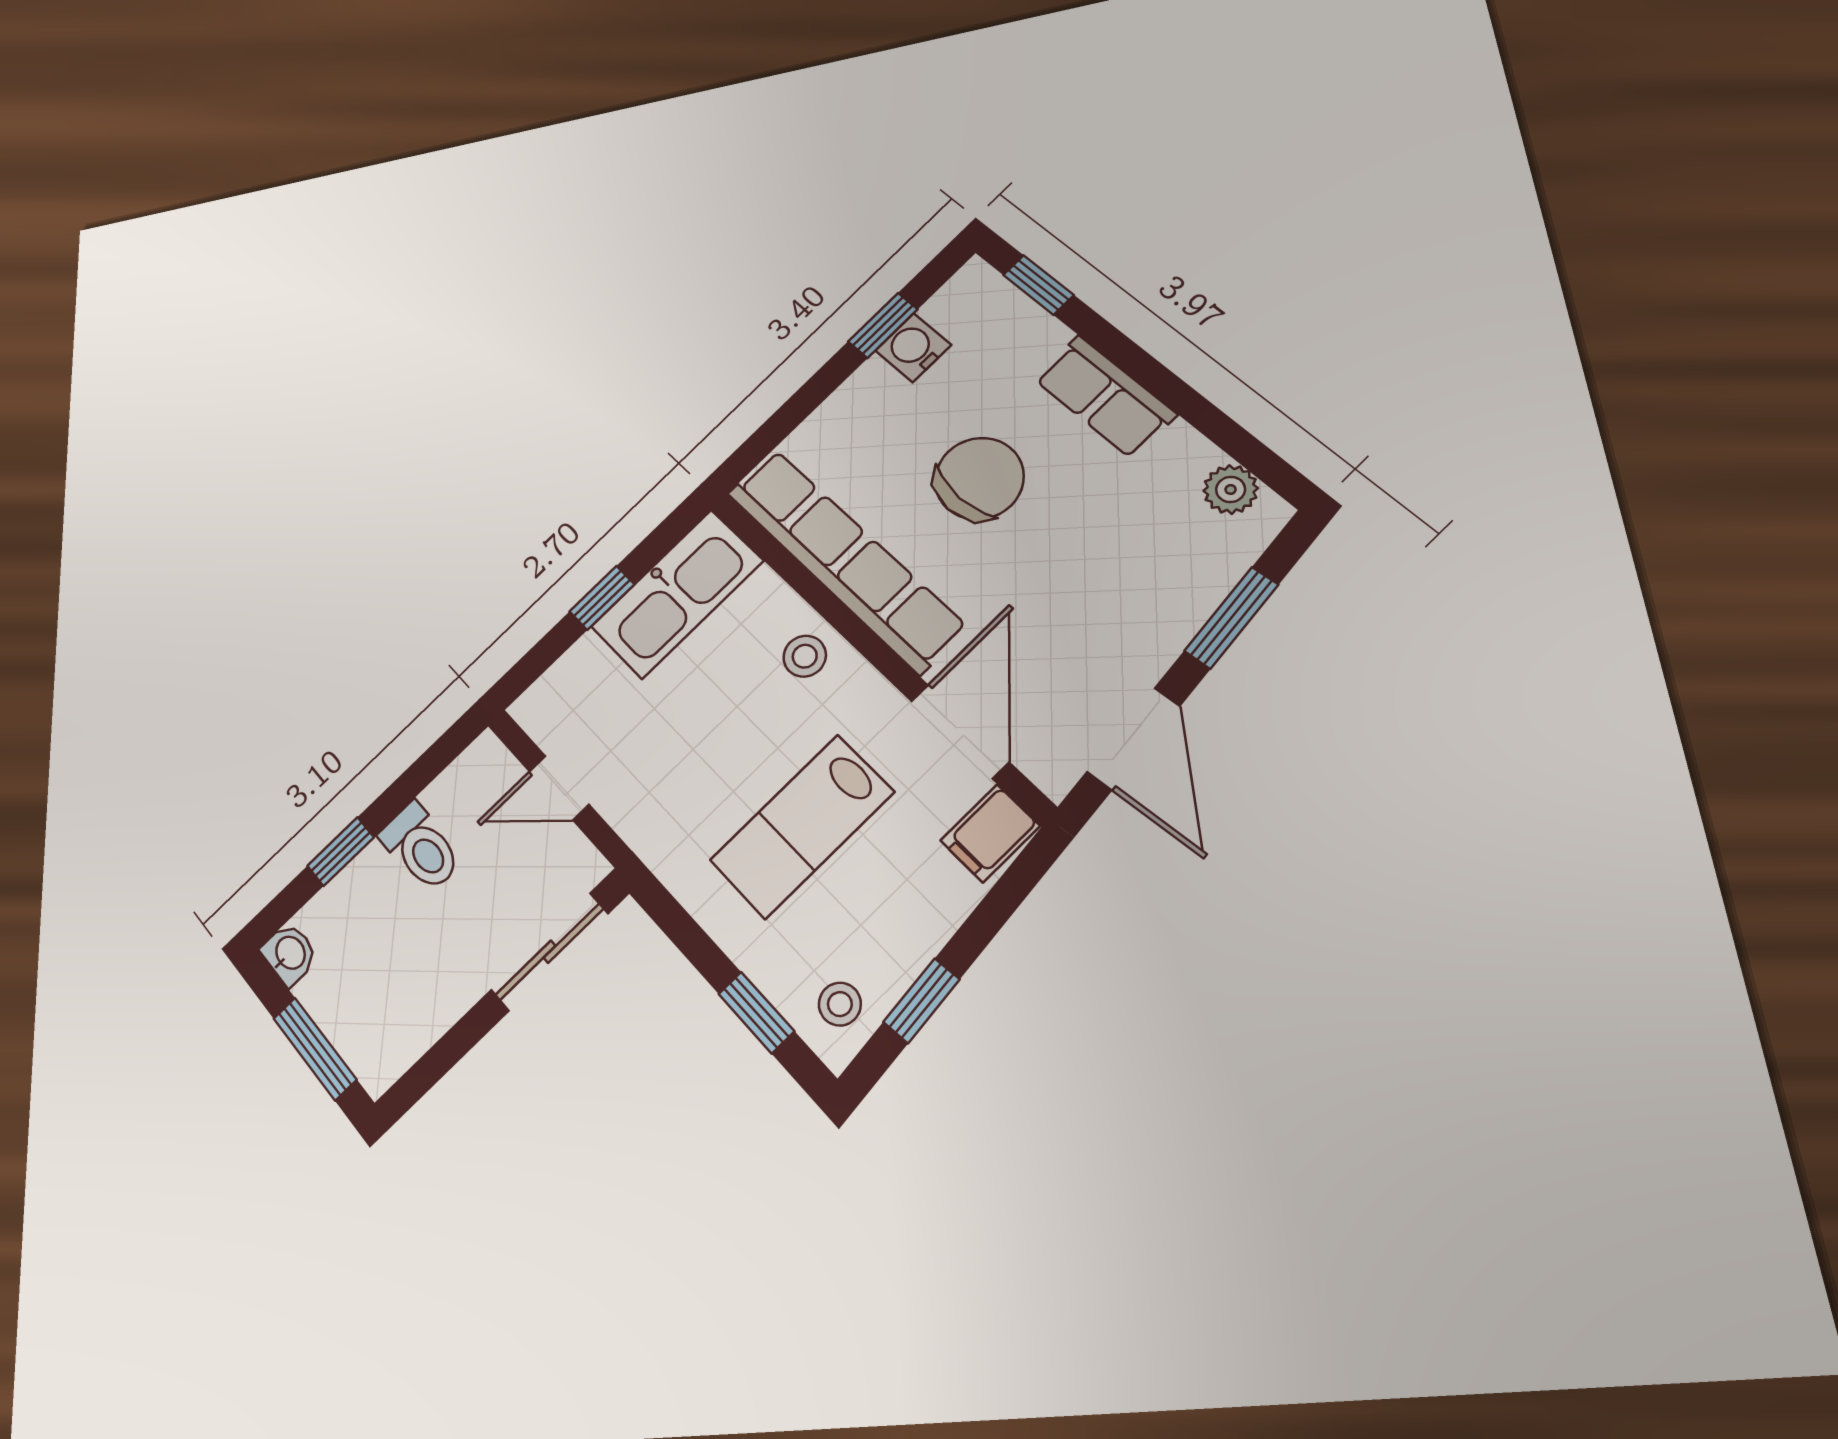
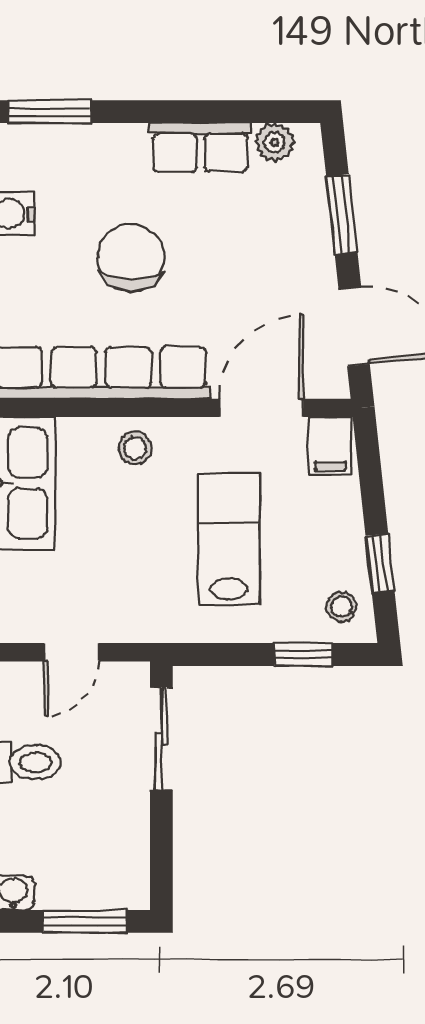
window: (1038, 285) -> (50, 112), width x1.50
row of seats: (1105, 397) -> (200, 147), moved
door: (960, 731) -> (261, 408), hinge flipped
lab bench: (802, 826) -> (229, 539), turned 180

